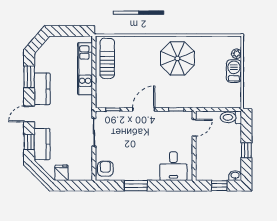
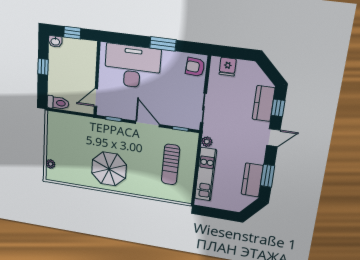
sun lounger: (107, 58) -> (170, 164), moved
barbecue: (234, 71) -> (53, 148), removed
kitchen counter: (42, 89) -> (252, 180), moved
plant: (87, 101) -> (207, 142), added
door: (144, 109) -> (147, 124), swing flipped
desk: (173, 166) -> (132, 66), width x1.87, depth x1.30
armchair: (105, 169) -> (195, 67), turned 94
fridge: (61, 173) -> (228, 67), moved

